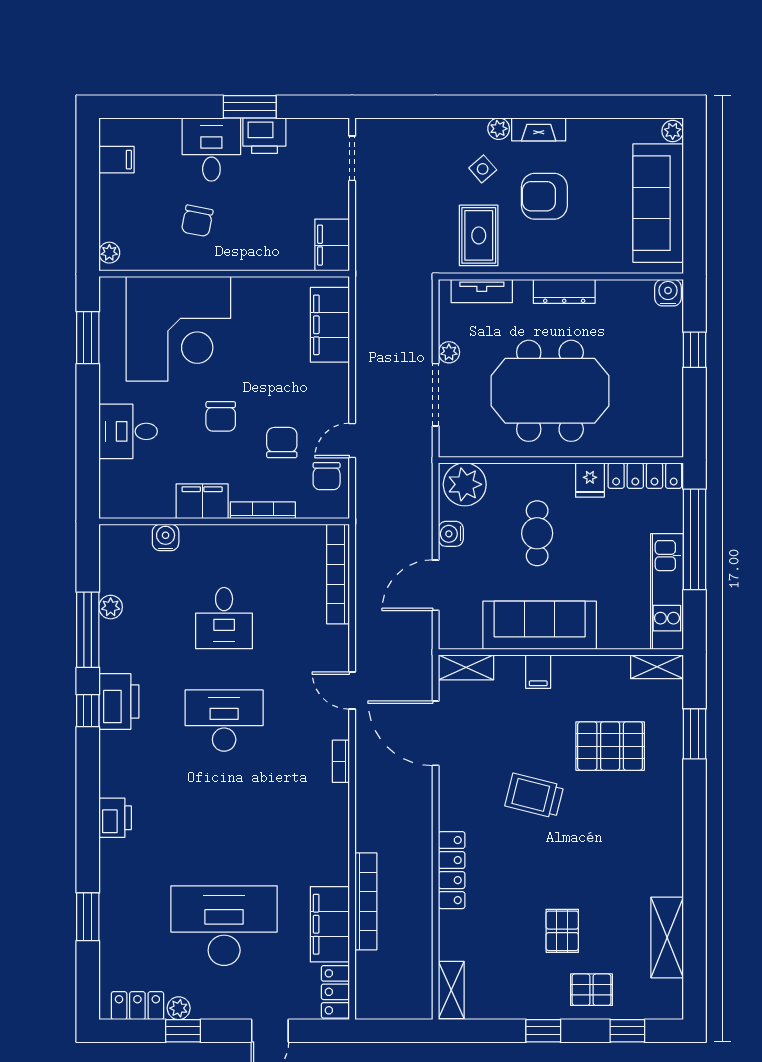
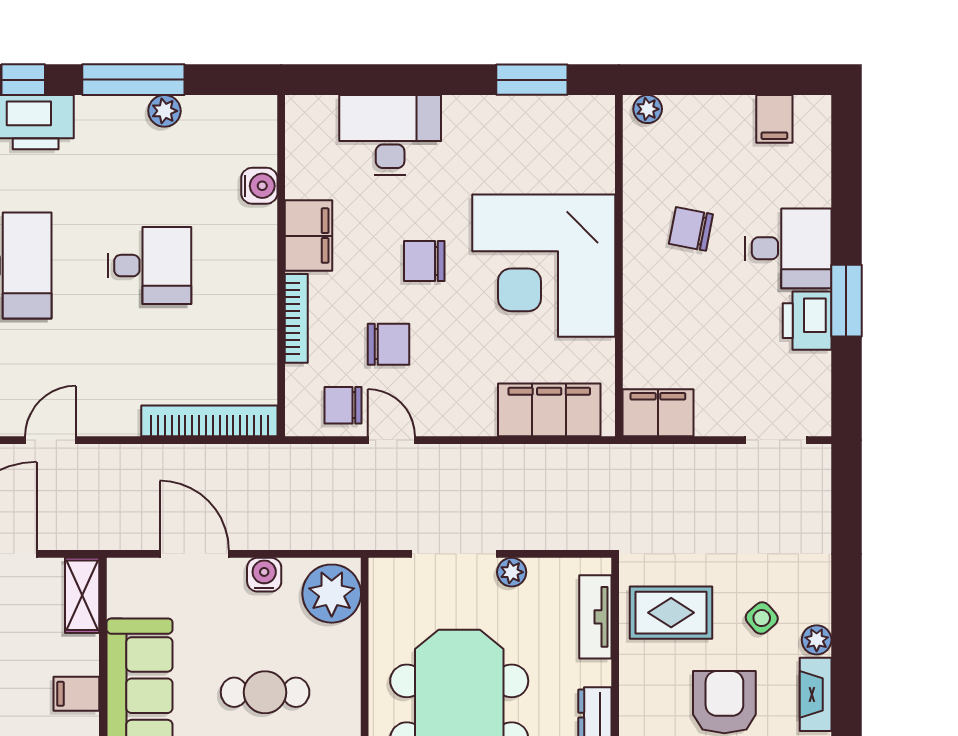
corner desk: (178, 329) -> (544, 266), moved
desk: (128, 431) -> (390, 135), width x1.37
desk: (224, 618) -> (149, 266), turned 180

